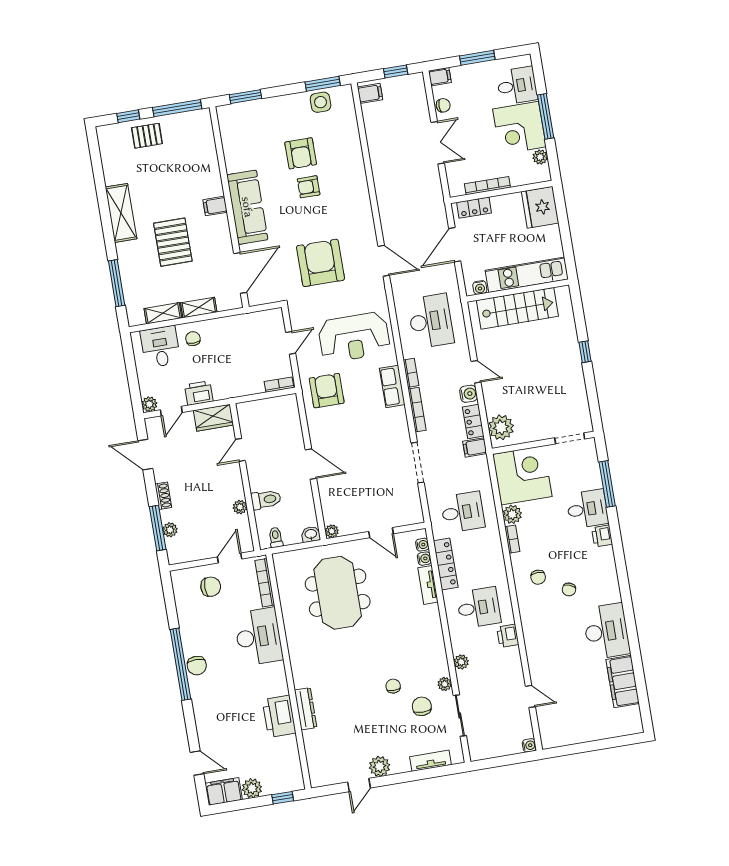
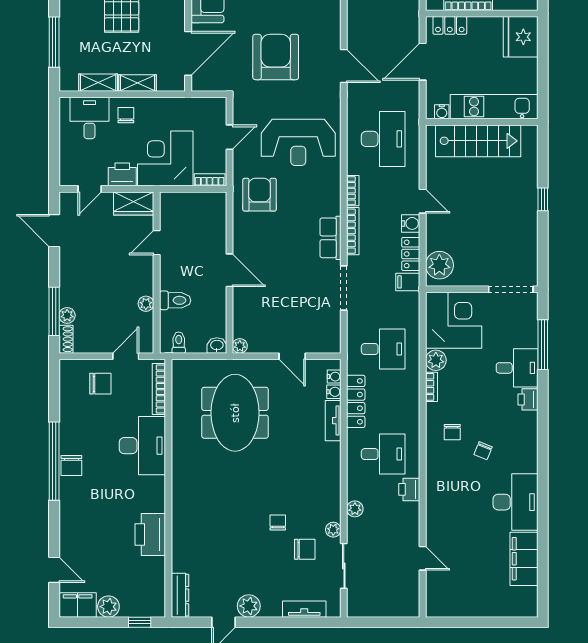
corner desk: (235, 372) -> (165, 158), added
row of seats: (392, 386) -> (330, 238), moved
plant: (149, 404) -> (67, 177), removed
doorway: (570, 438) -> (511, 289), width x1.38
shoe rack: (163, 496) -> (66, 339), moved
chair: (422, 706) -> (305, 549), turned 90
dresser: (306, 709) -> (180, 595), moved
water cooler: (529, 745) -> (413, 610), removed

